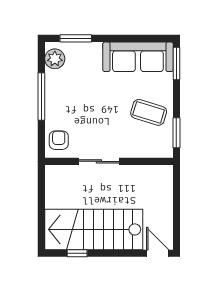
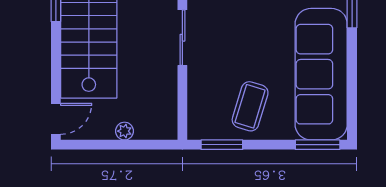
sofa: (138, 57) -> (321, 74), width x1.36, depth x1.27
plant: (167, 203) -> (125, 131), added

